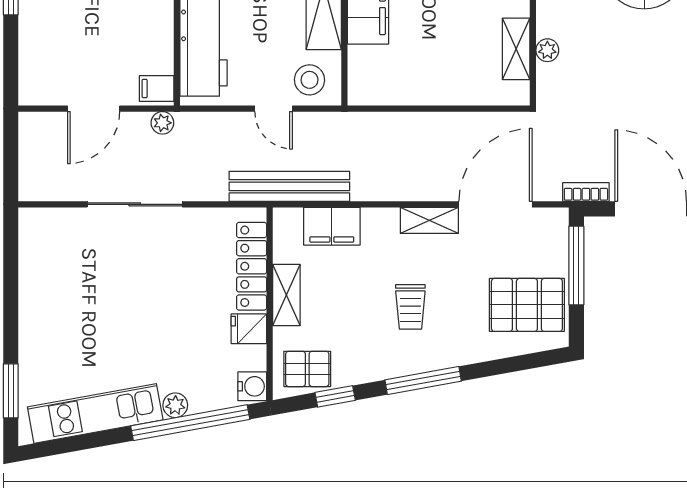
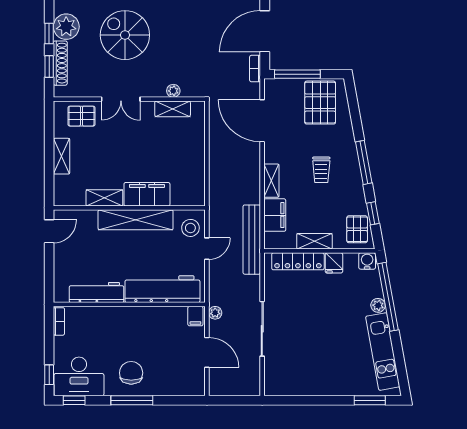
shelving: (429, 220) -> (271, 181), moved
trolley: (410, 307) -> (321, 170), turned 90

